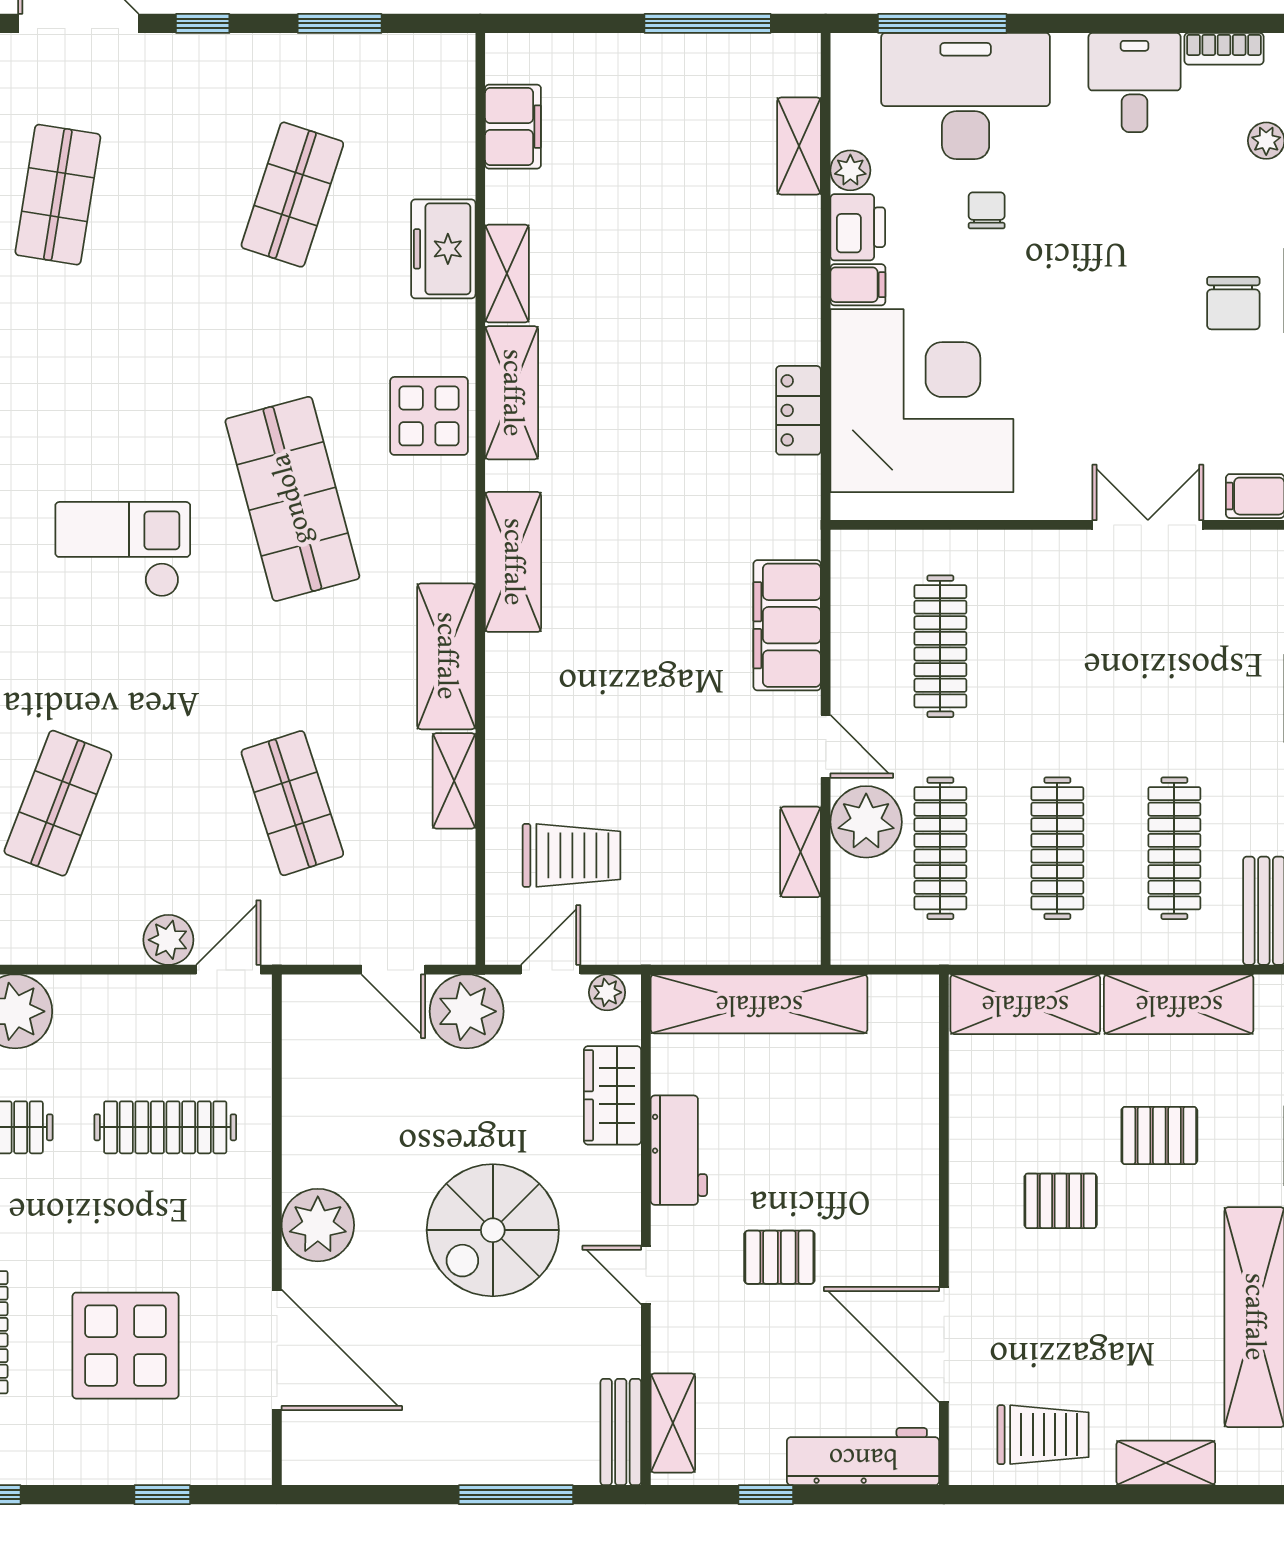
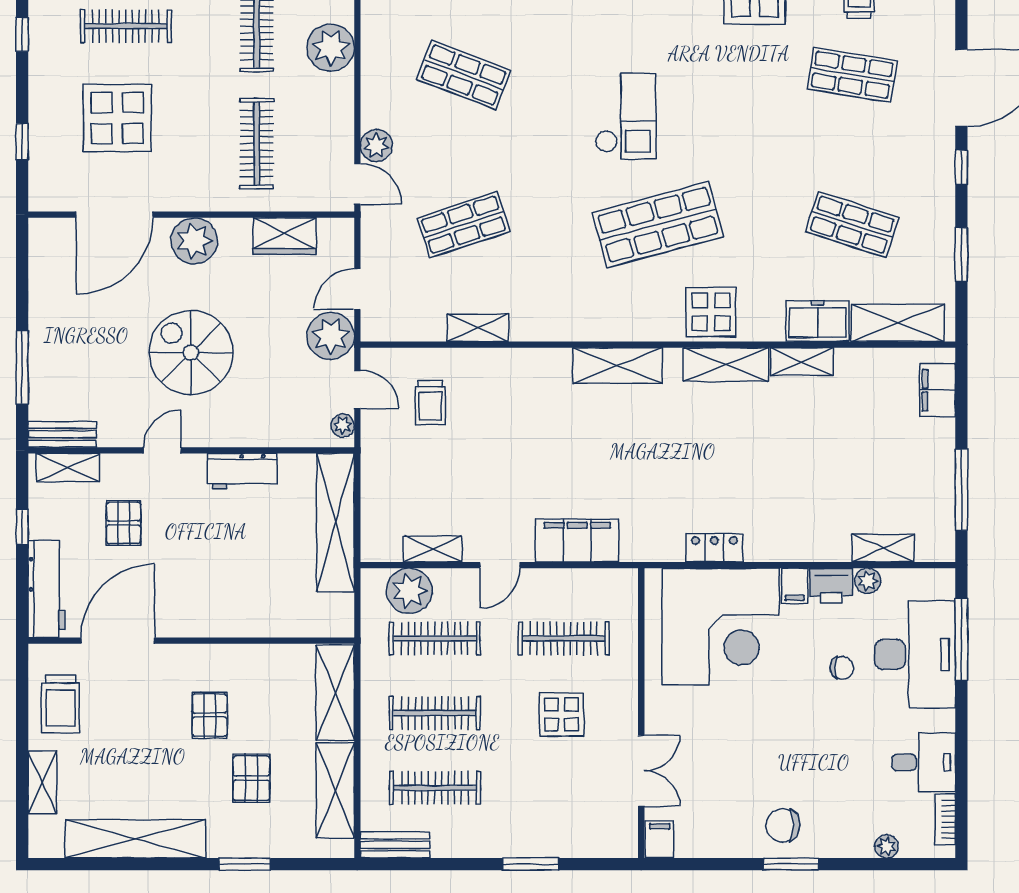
filing cabinet: (513, 127) -> (938, 390), moved, turned 90
display table: (1060, 650) -> (562, 714), added
shelving: (446, 656) -> (898, 323), moved
plant: (866, 822) -> (409, 591), moved
trolley: (571, 855) -> (430, 403), width x0.73, depth x0.72
wardrobe: (612, 1095) -> (285, 236), moved, turned 180
pallet: (779, 1257) -> (124, 523), moved

